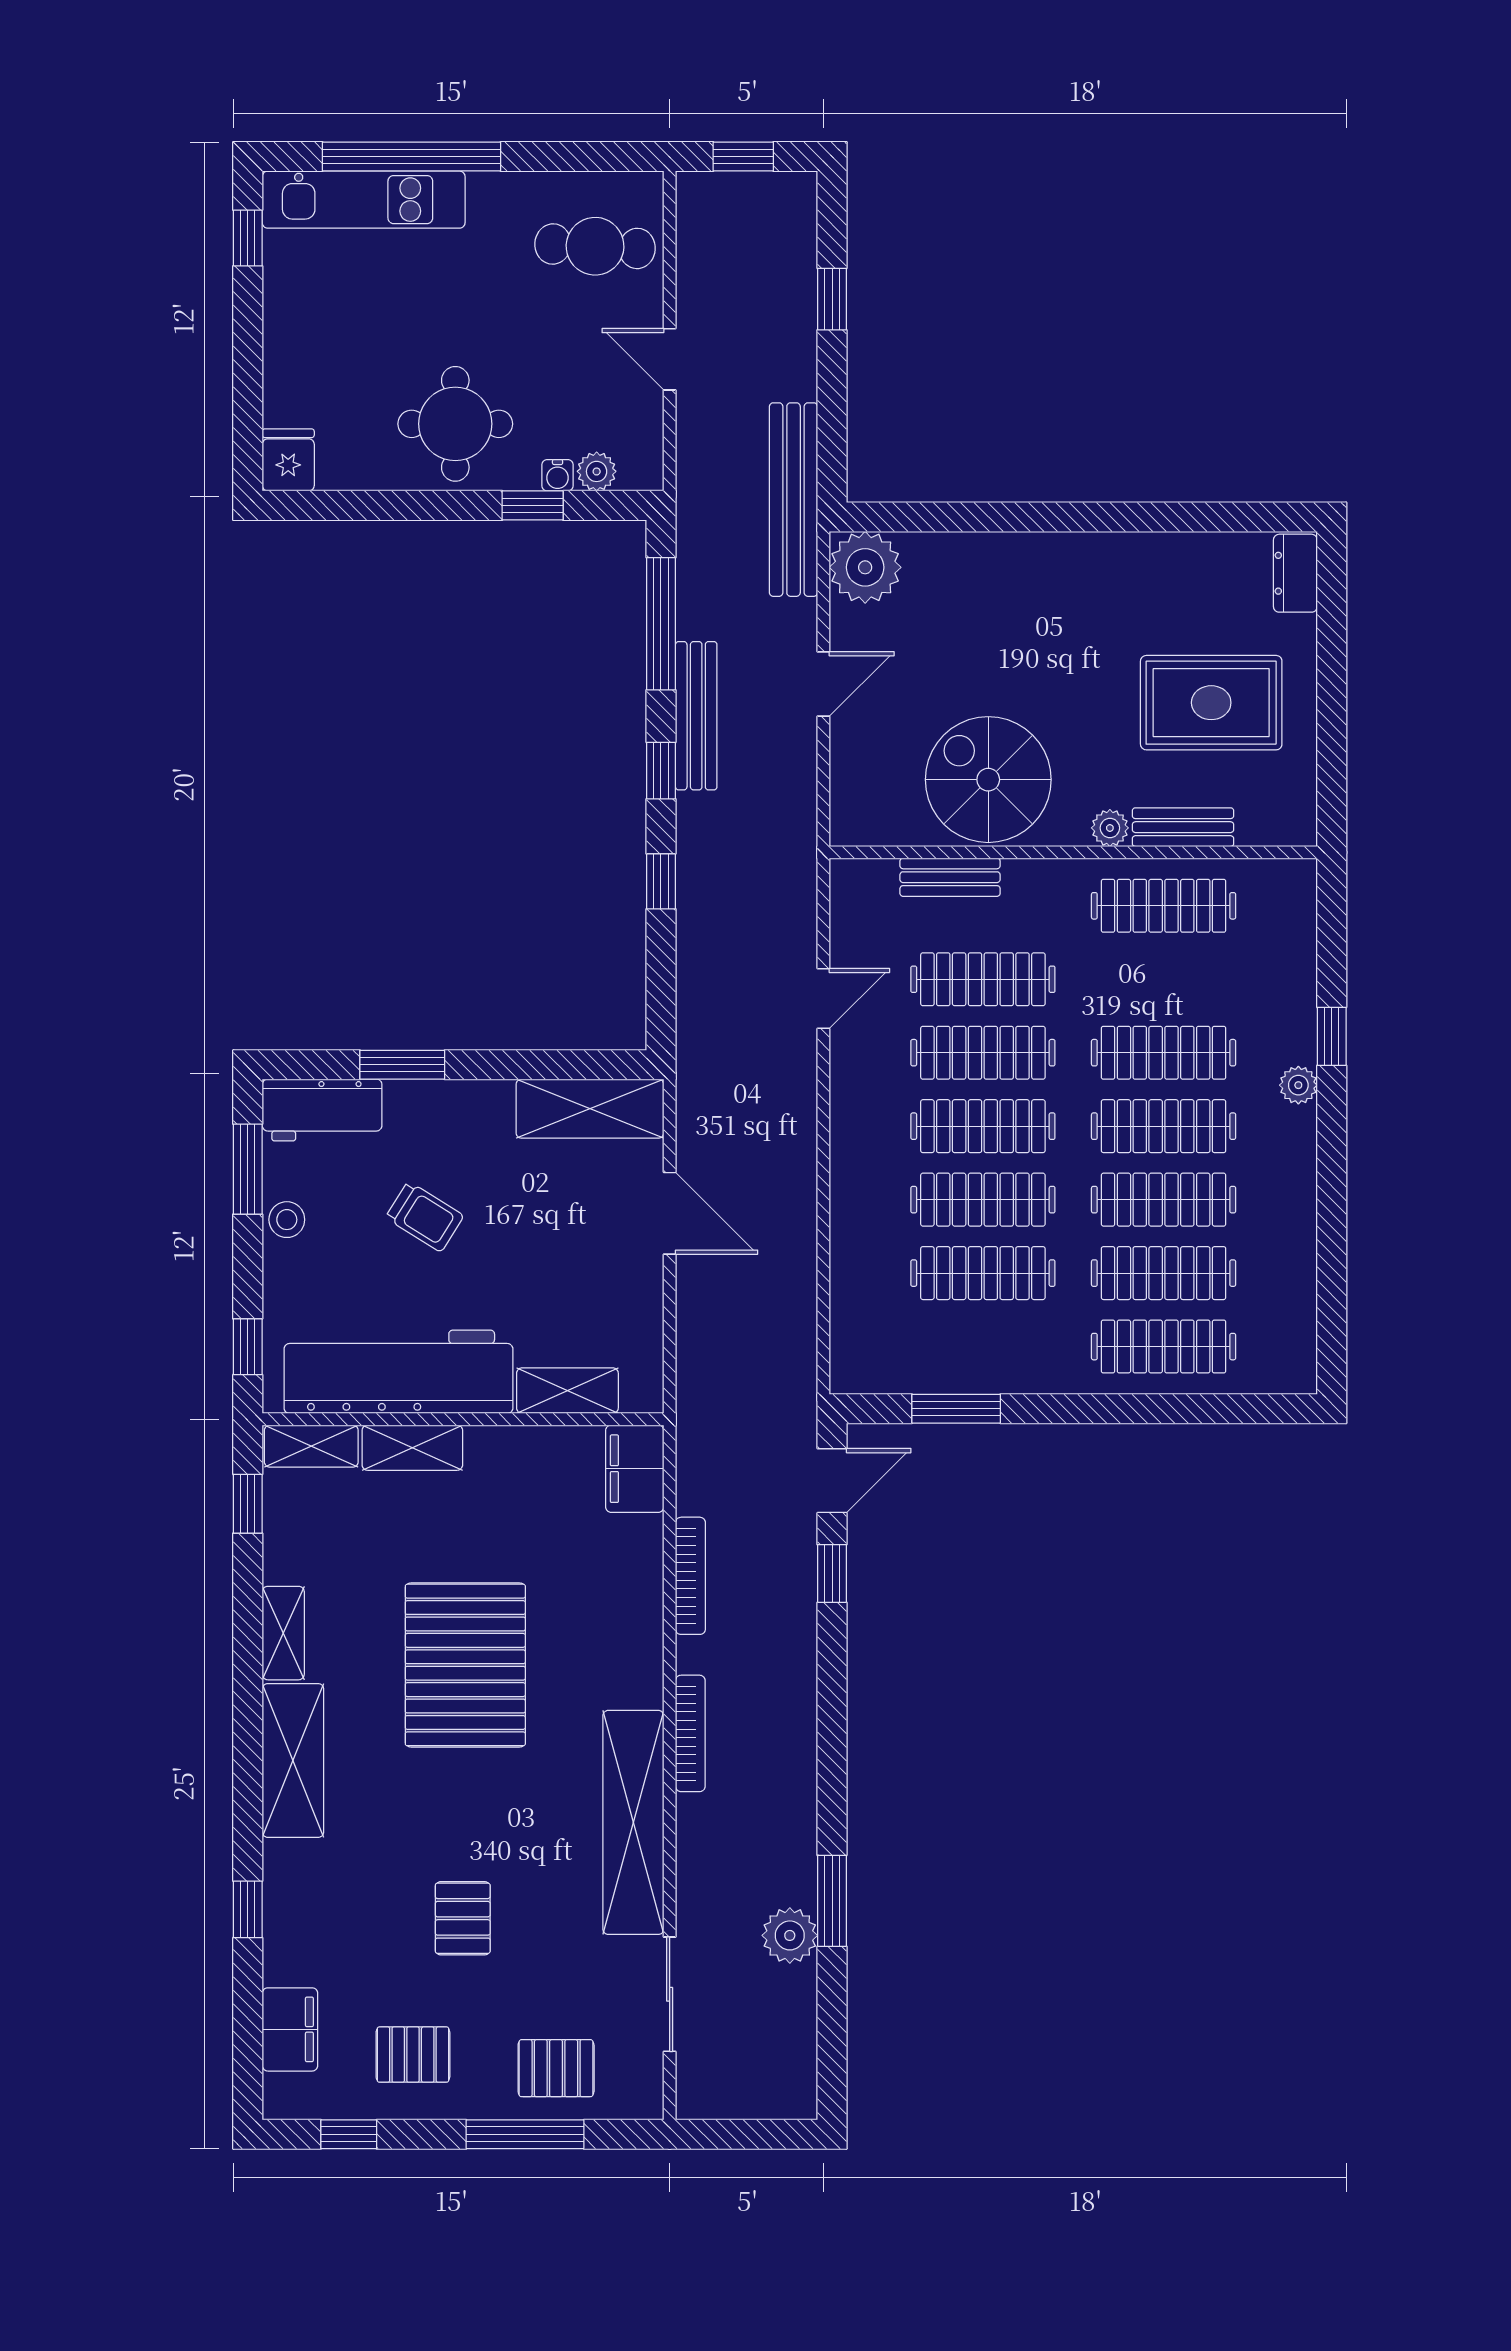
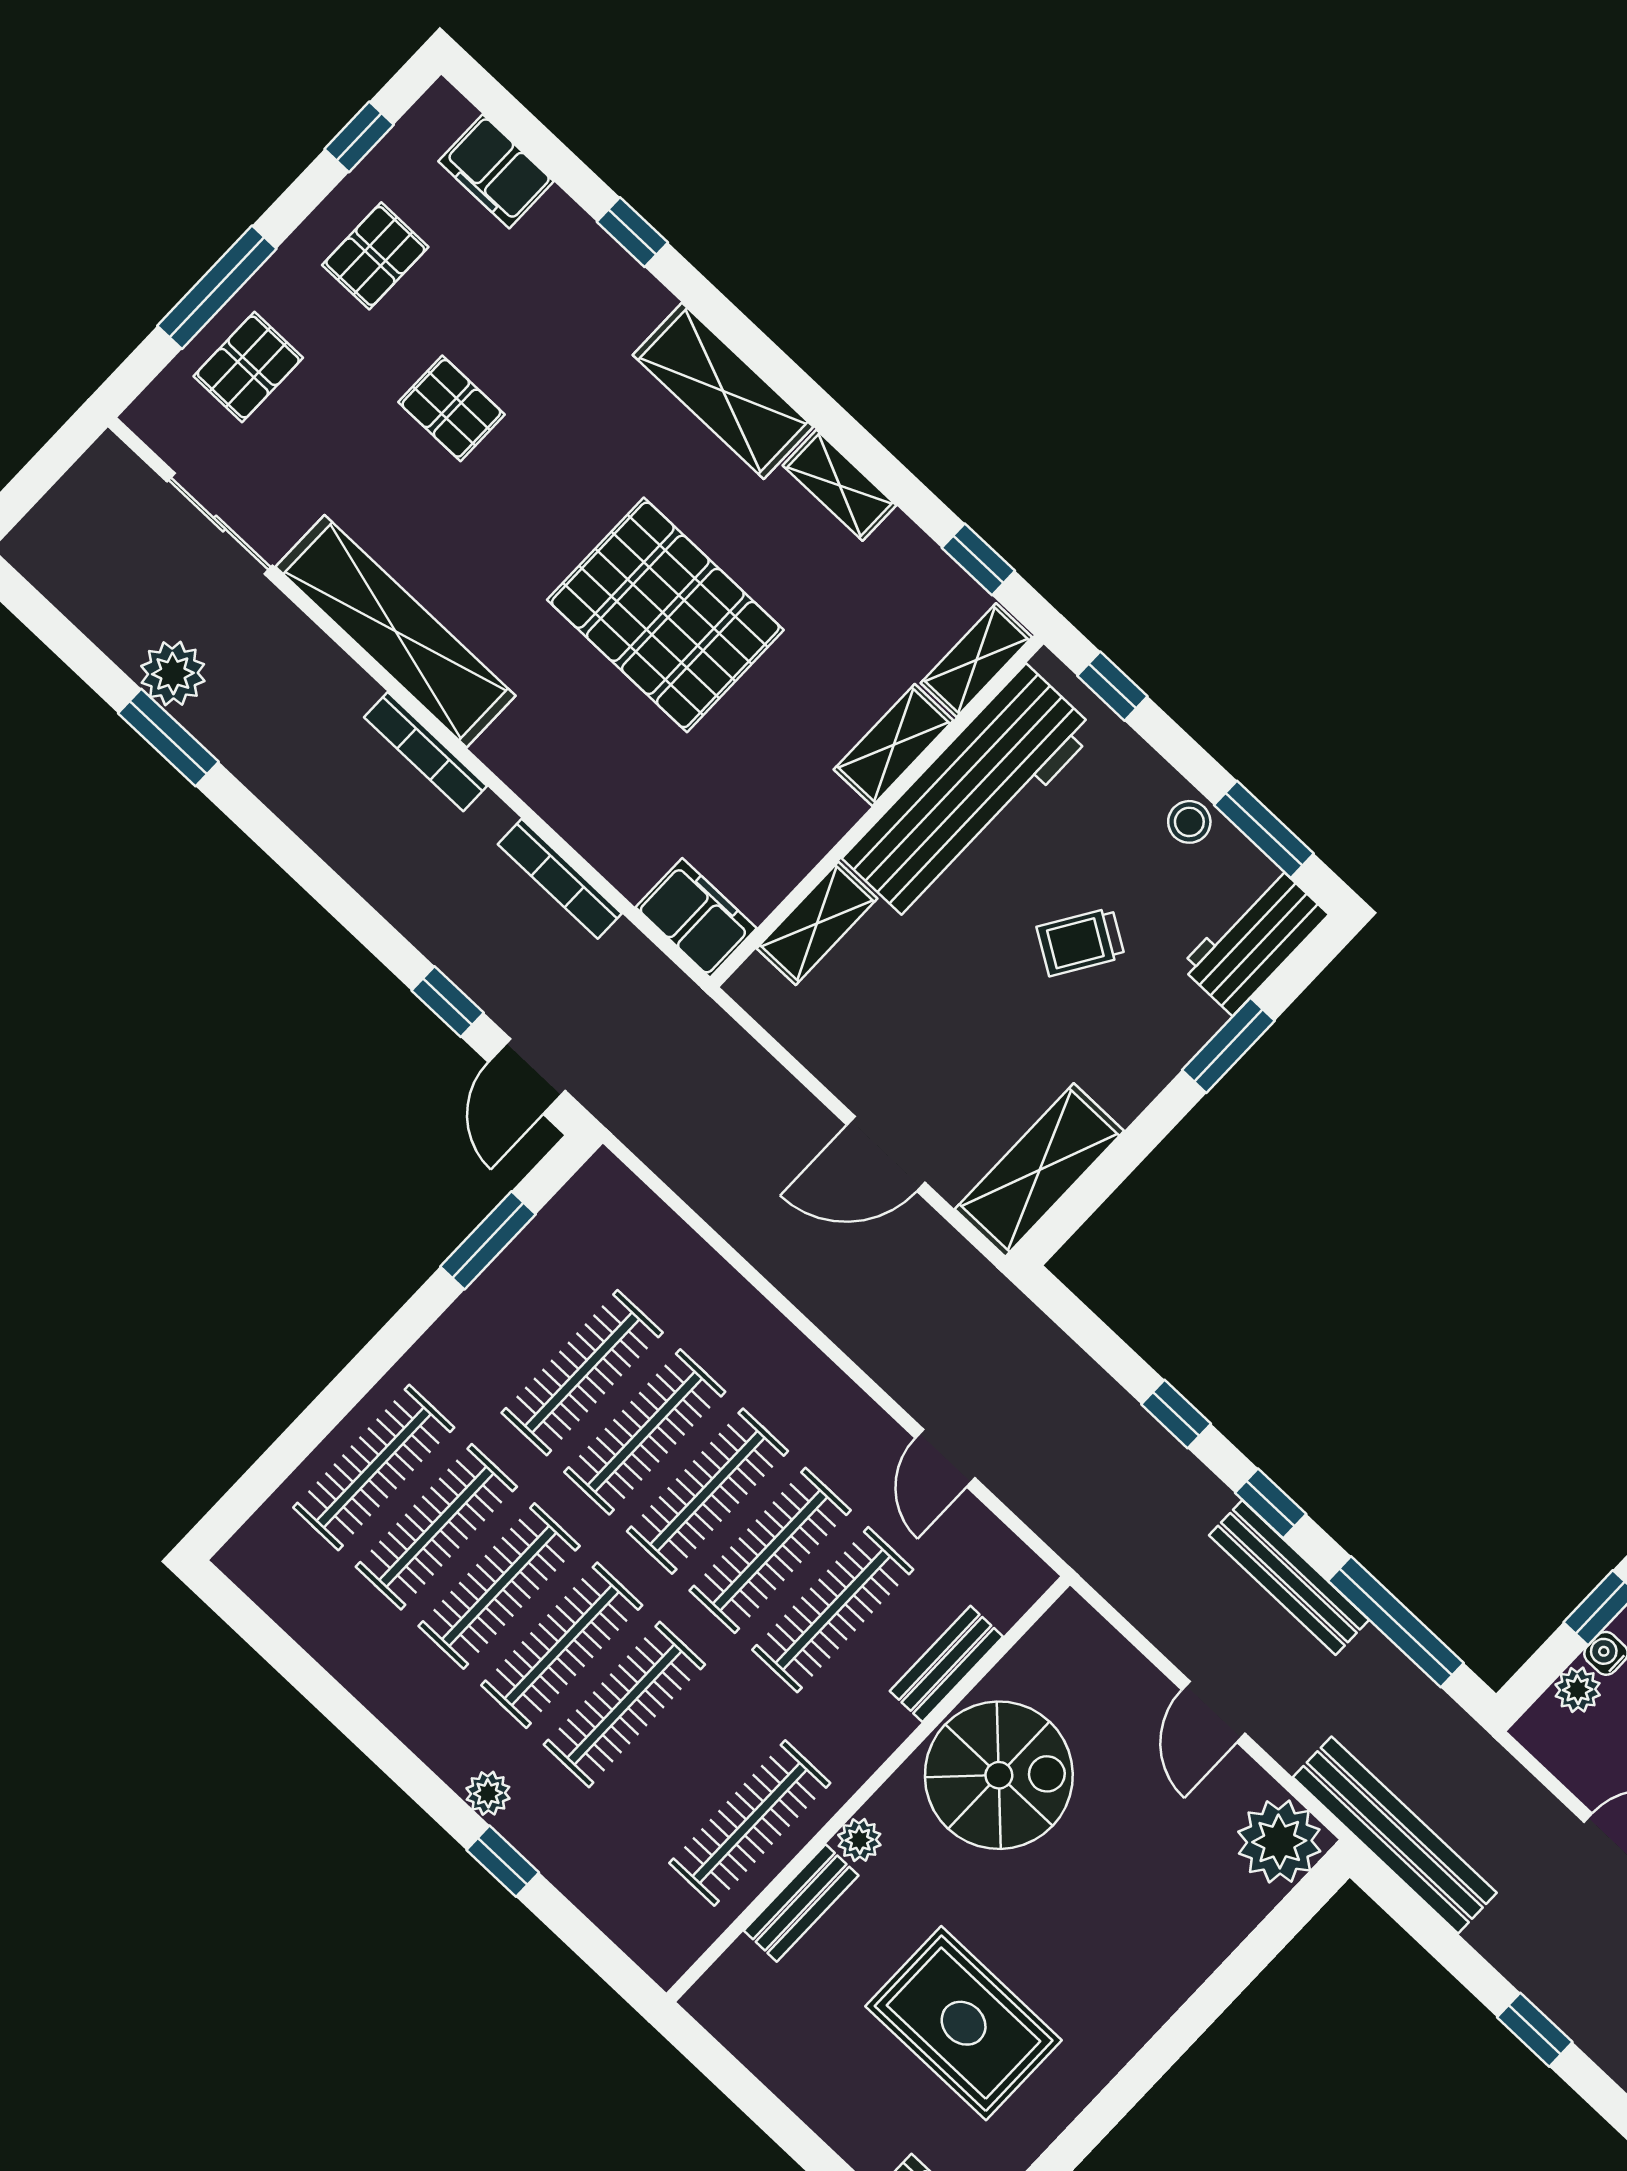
rug: (1211, 703) -> (964, 2023), moved, turned 90

